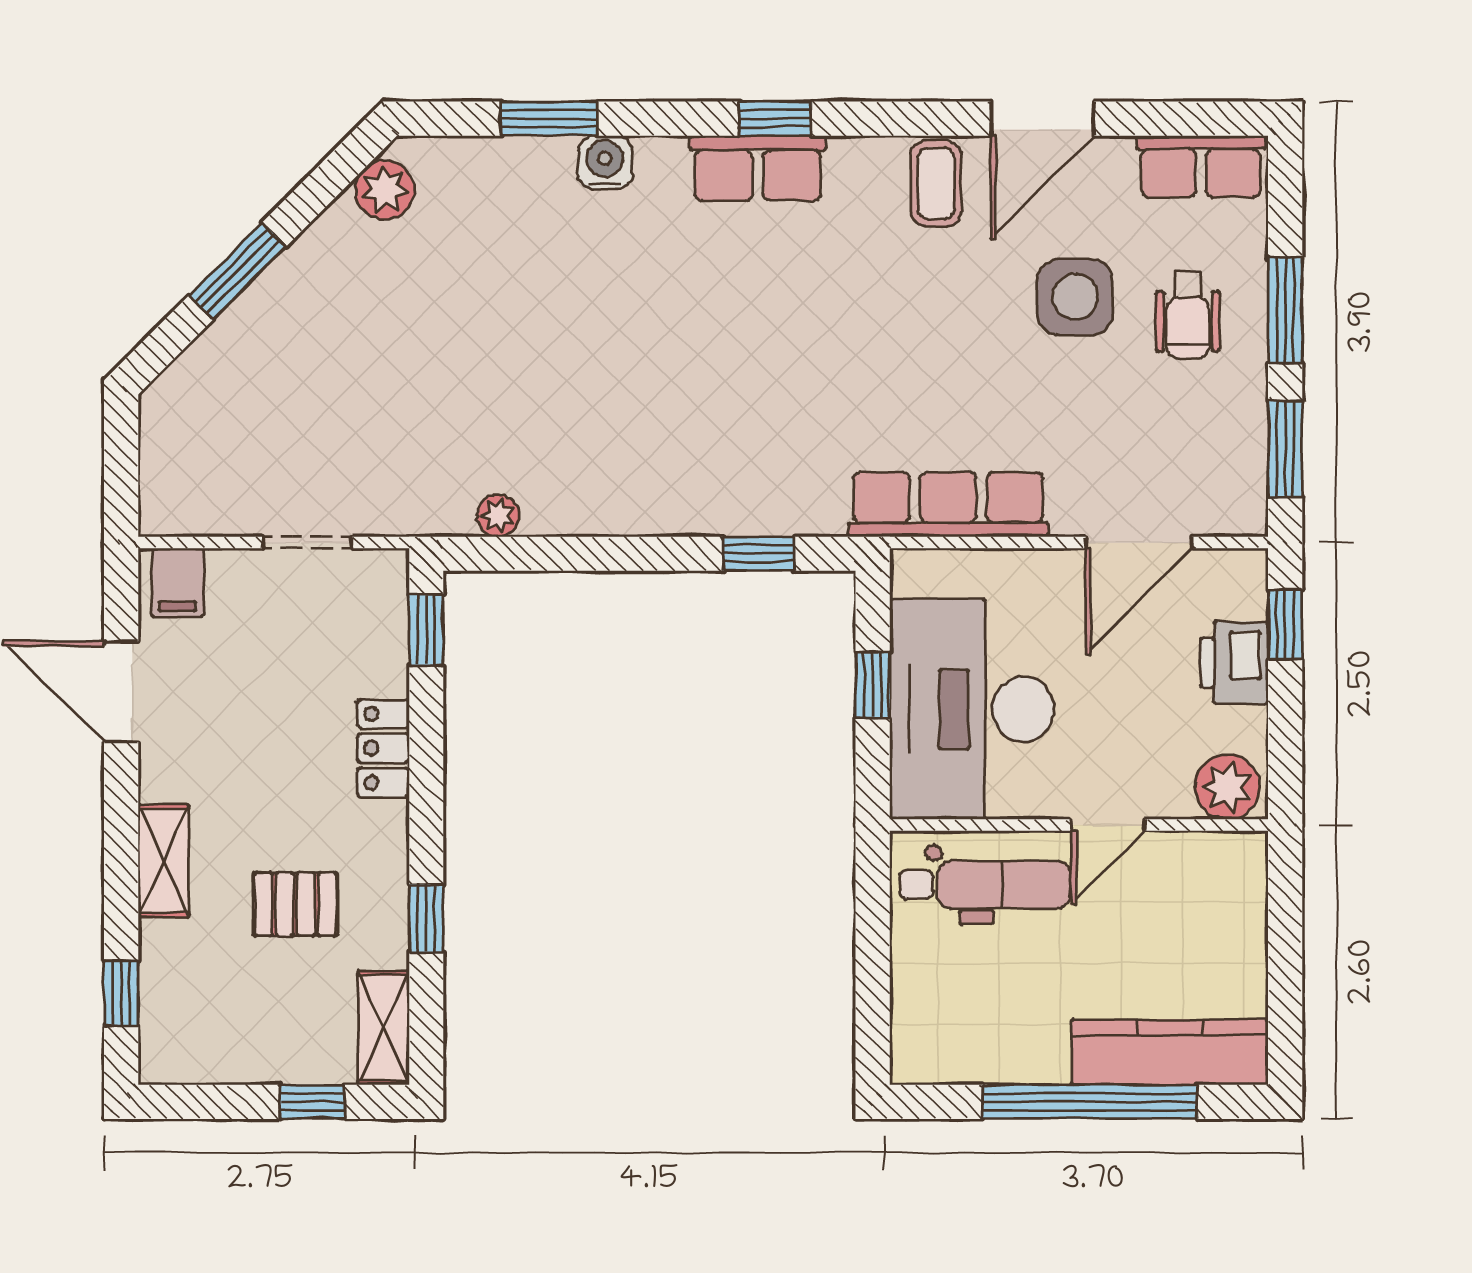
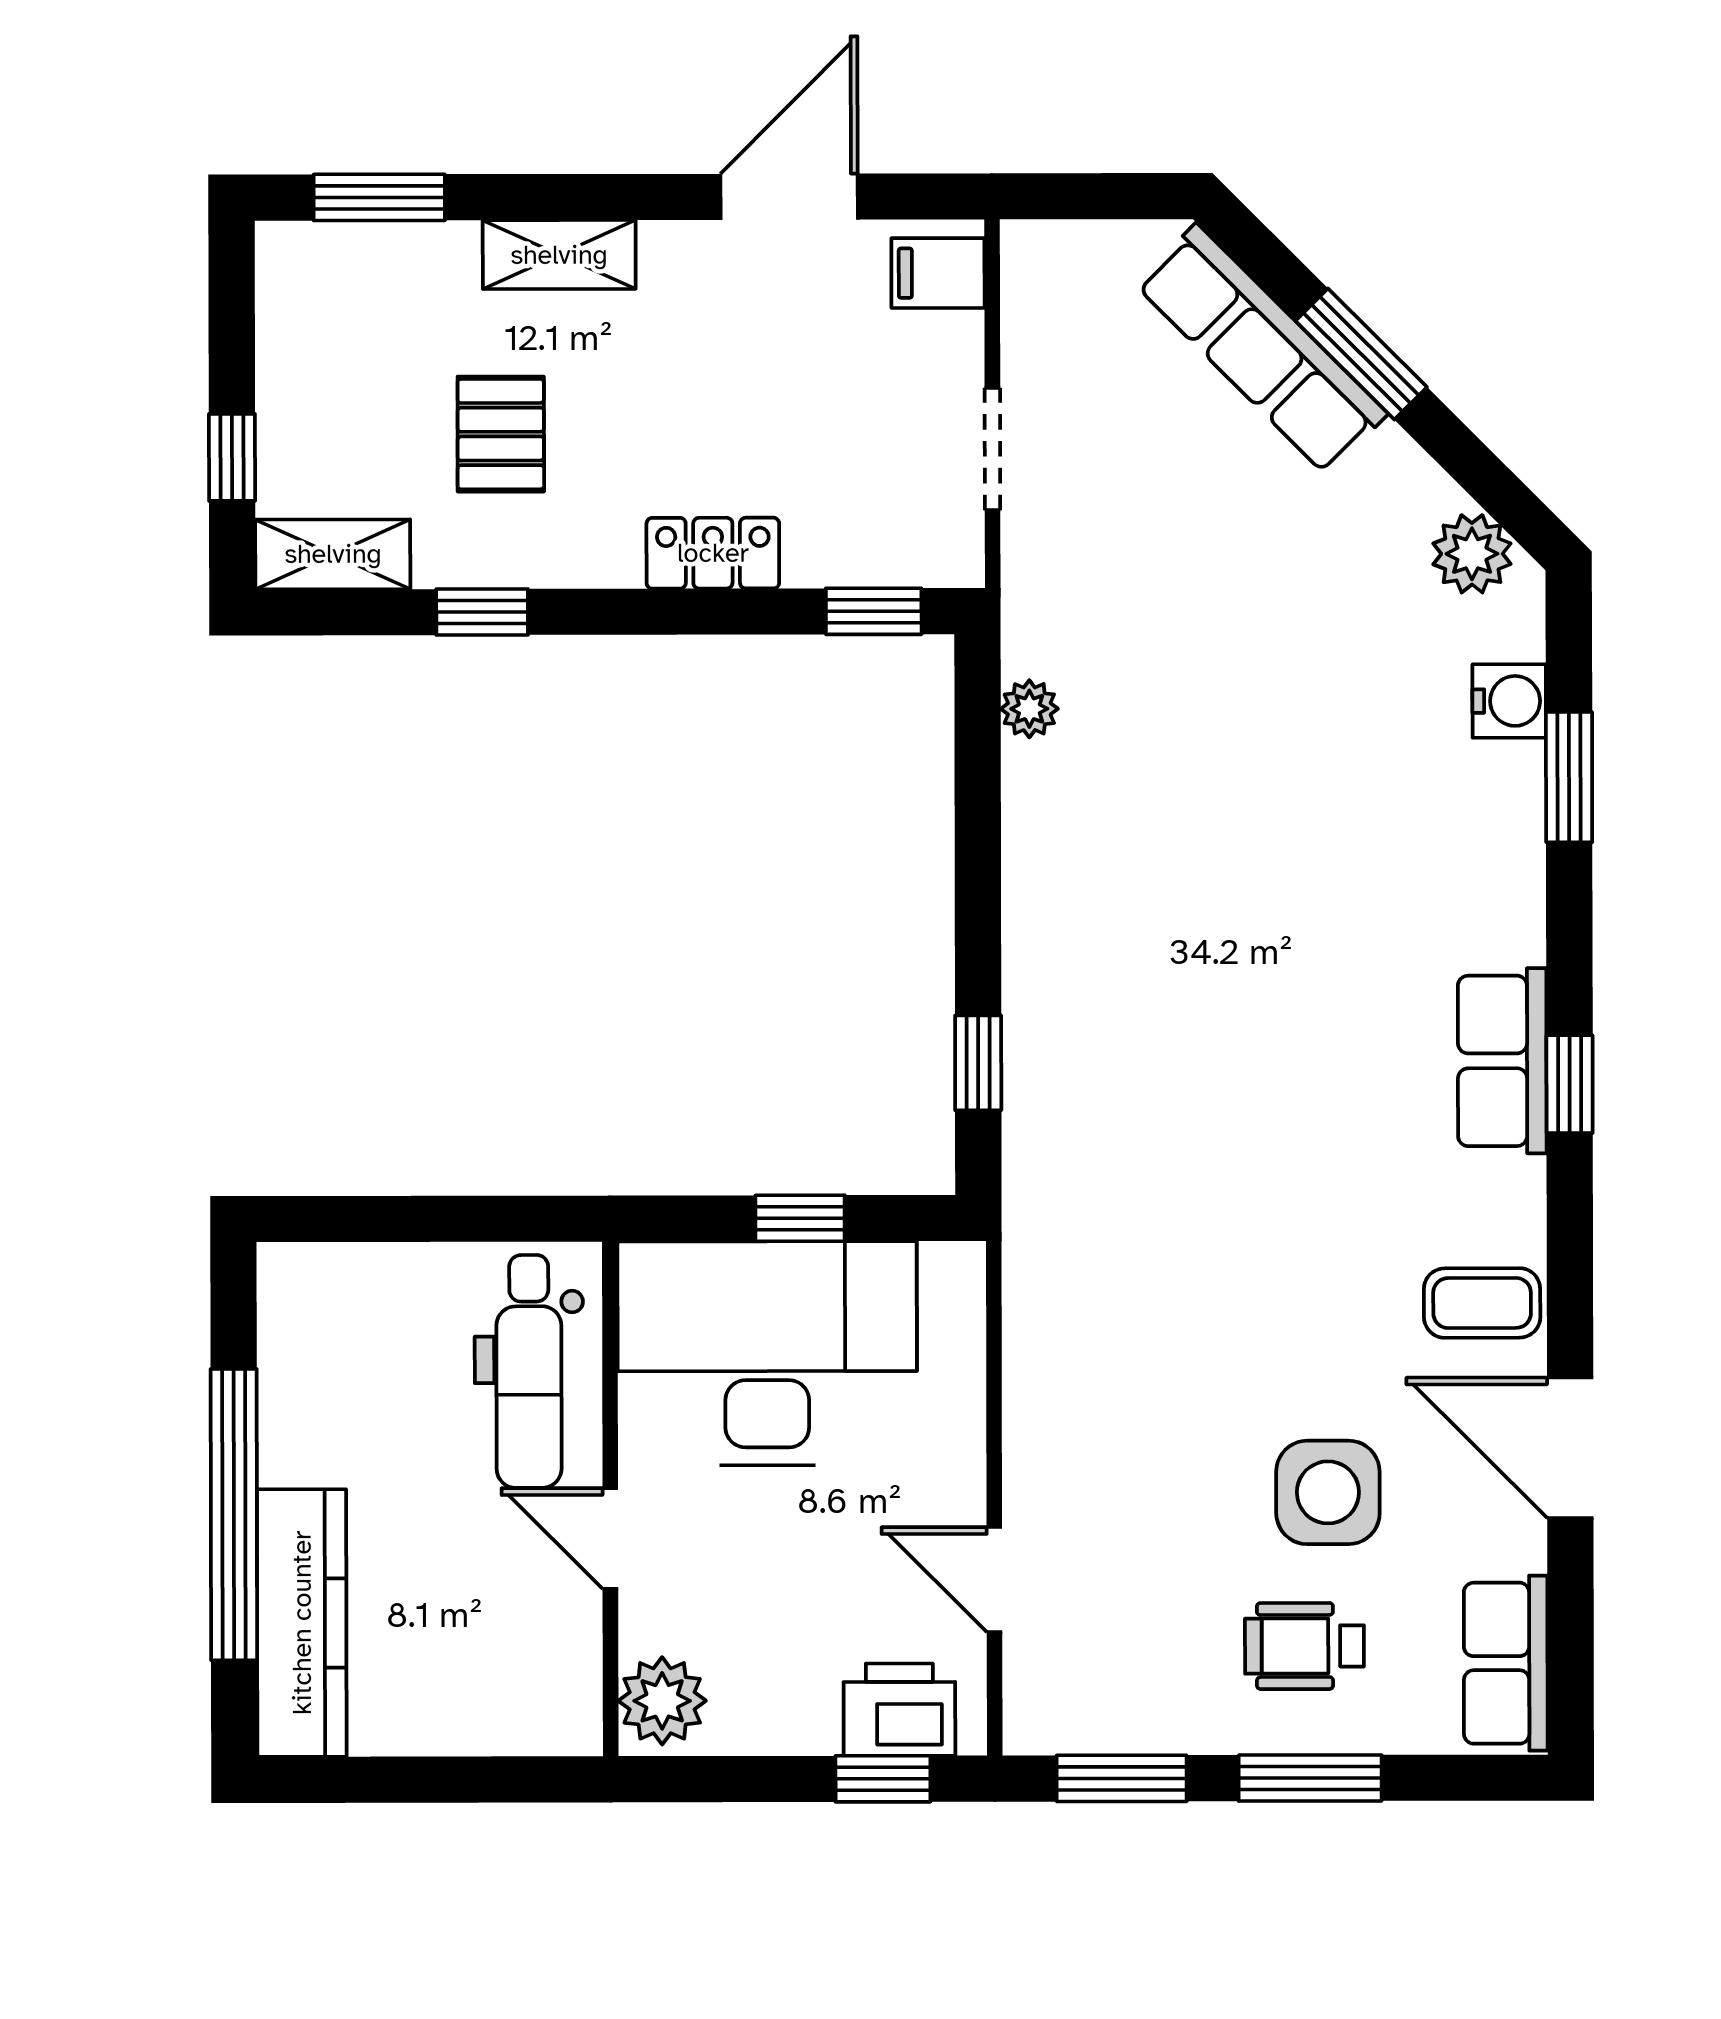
water cooler: (605, 163) -> (1509, 701), moved
row of seats: (948, 504) -> (1261, 349), moved, turned 135
door: (1139, 542) -> (994, 1580), width x0.73
printer: (1234, 663) -> (899, 1710), moved
window: (121, 993) -> (379, 197), width x1.50

